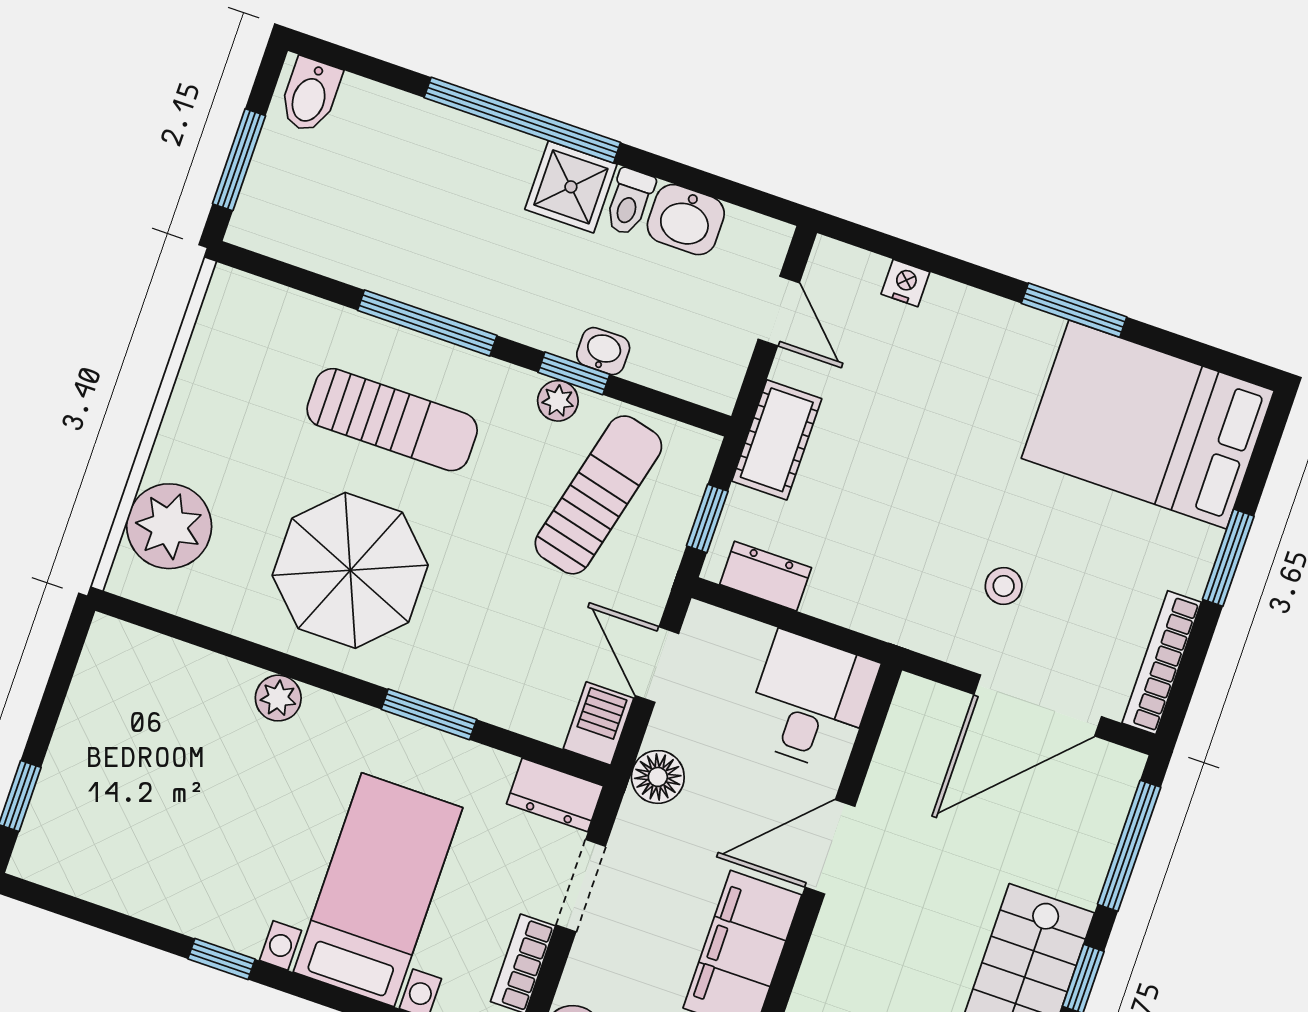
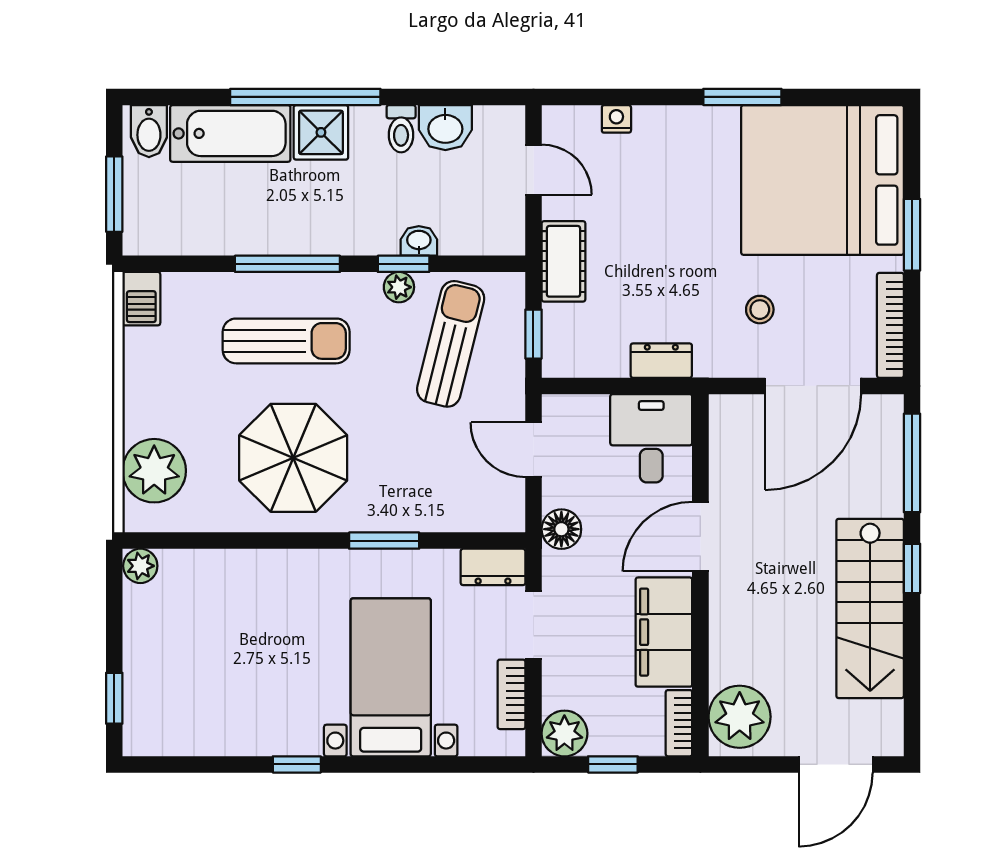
bathtub: (412, 134) -> (230, 133), added
shower: (571, 187) -> (321, 132), moved
bed: (1148, 424) -> (823, 180), width x1.36
dresser: (766, 576) -> (661, 361), moved
plant: (278, 698) -> (140, 566), moved
barbecue: (598, 724) -> (141, 299), moved, turned 180

